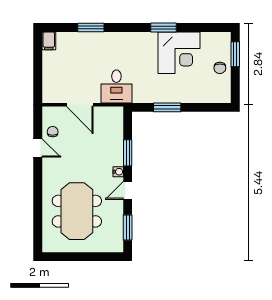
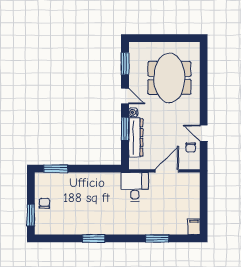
corner desk: (179, 53) -> (80, 216), removed
door: (80, 105) -> (167, 171), hinge flipped
window: (167, 107) -> (56, 169), moved
dresser: (115, 143) -> (136, 137), added
door: (128, 190) -> (125, 96), hinge flipped

